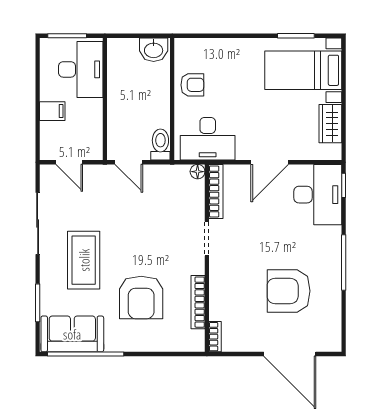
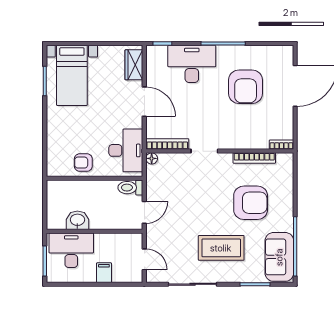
washbasin: (154, 50) -> (77, 220), moved, turned -90
armchair: (192, 85) -> (83, 163), turned -90
wardrobe: (330, 124) -> (134, 65), moved, turned 90
door: (69, 162) -> (144, 259), hinge flipped
desk: (318, 195) -> (192, 64), moved

